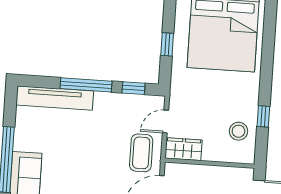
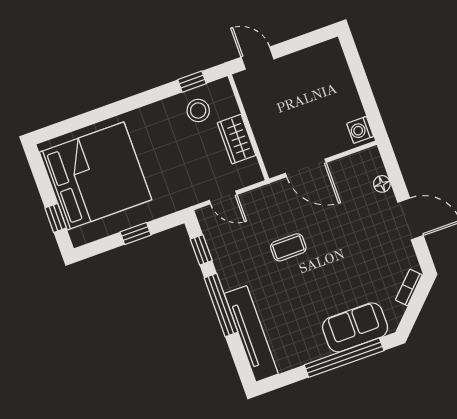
window: (263, 116) -> (192, 82), moved
wardrobe: (183, 149) -> (237, 139), moved
coffee table: (141, 153) -> (288, 247), moved, width x0.73, depth x0.77

